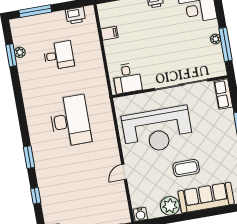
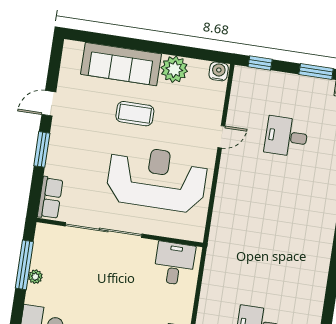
desk: (70, 121) -> (286, 137), moved, width x0.53, depth x0.77

